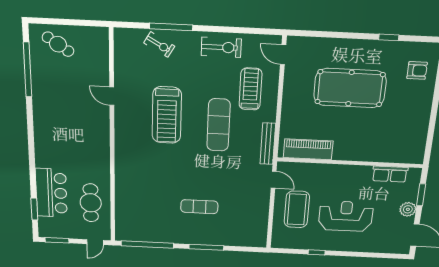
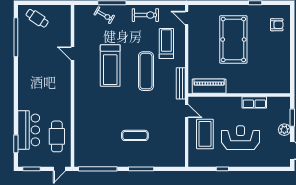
pool table: (350, 88) -> (233, 39), turned 90
row of seats: (390, 174) -> (254, 102), moved

